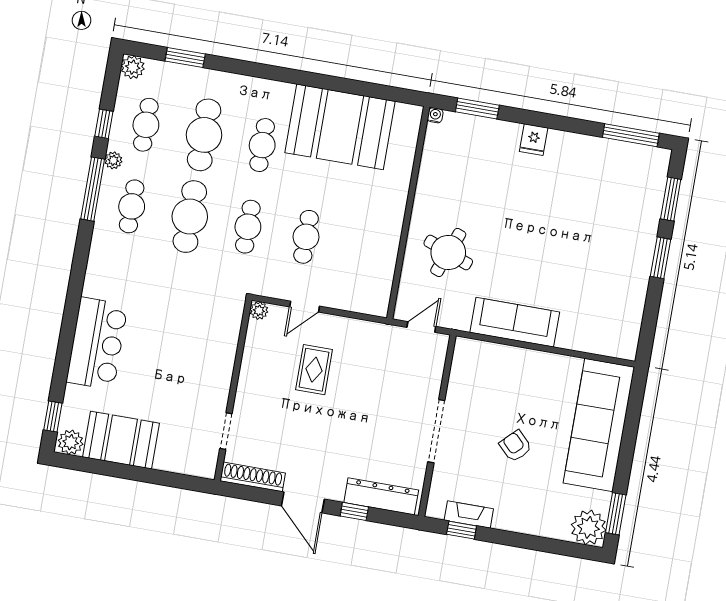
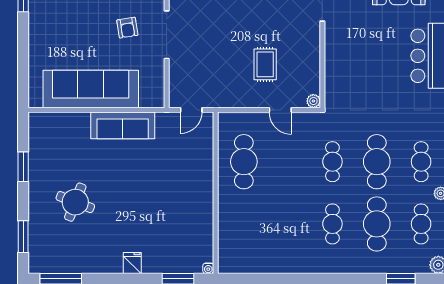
booth: (340, 127) -> (277, 247), removed
cafe table: (306, 237) -> (244, 162), moved, width x1.37, depth x1.35
round table: (448, 252) -> (75, 202), moved
window: (660, 258) -> (23, 167), moved
door: (305, 307) -> (280, 110), swing flipped
sofa: (599, 425) -> (91, 89), moved, turned -90
armchair: (515, 446) -> (127, 28), moved, turned 36

